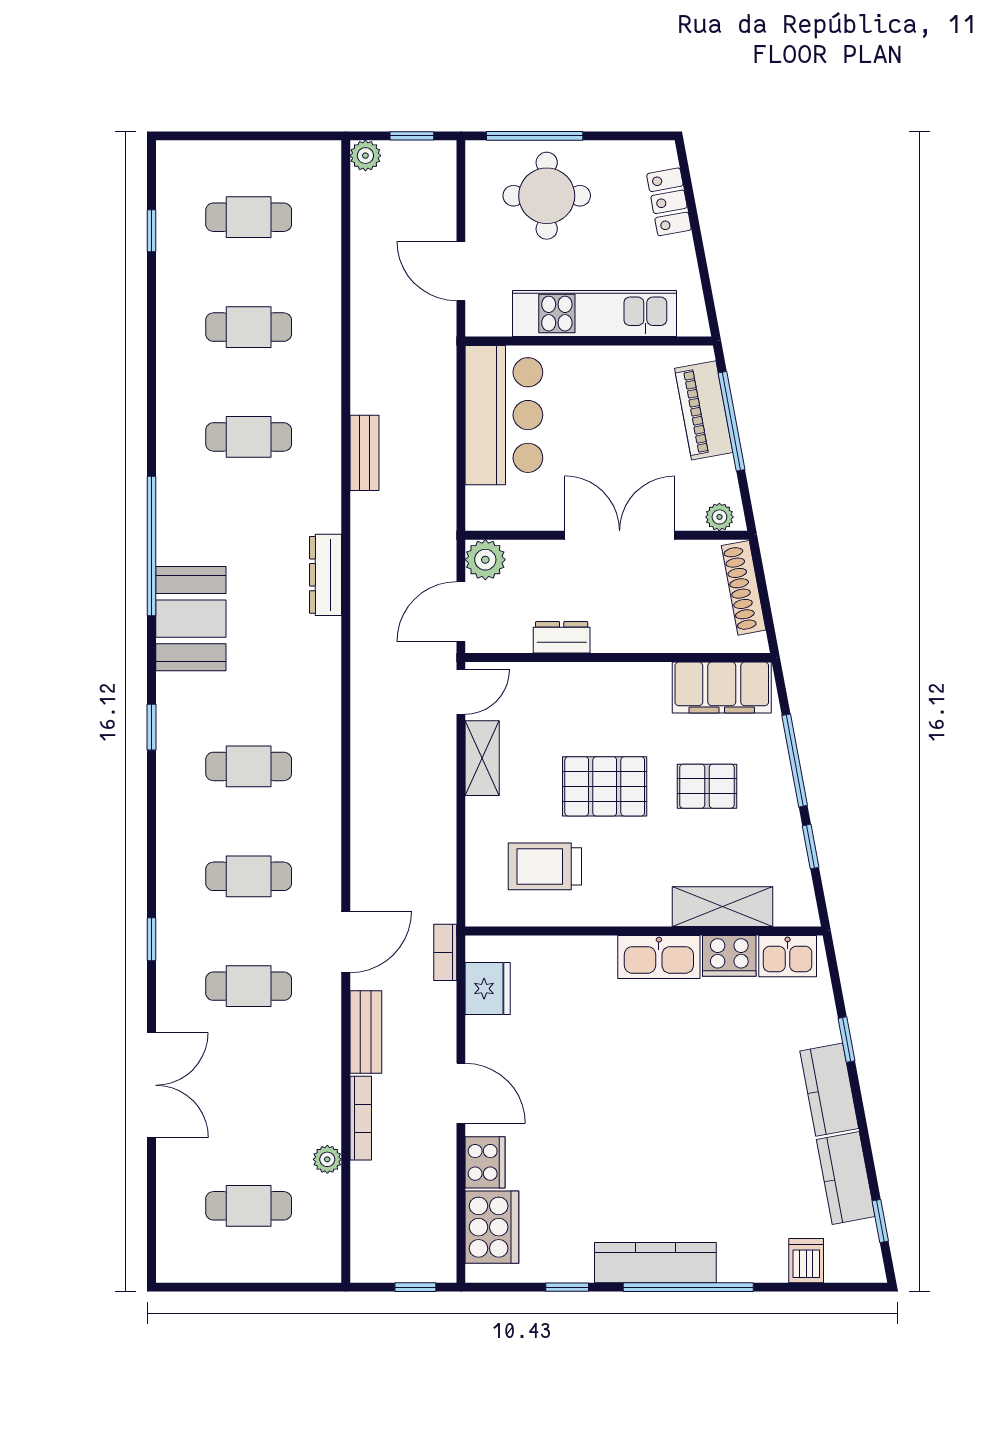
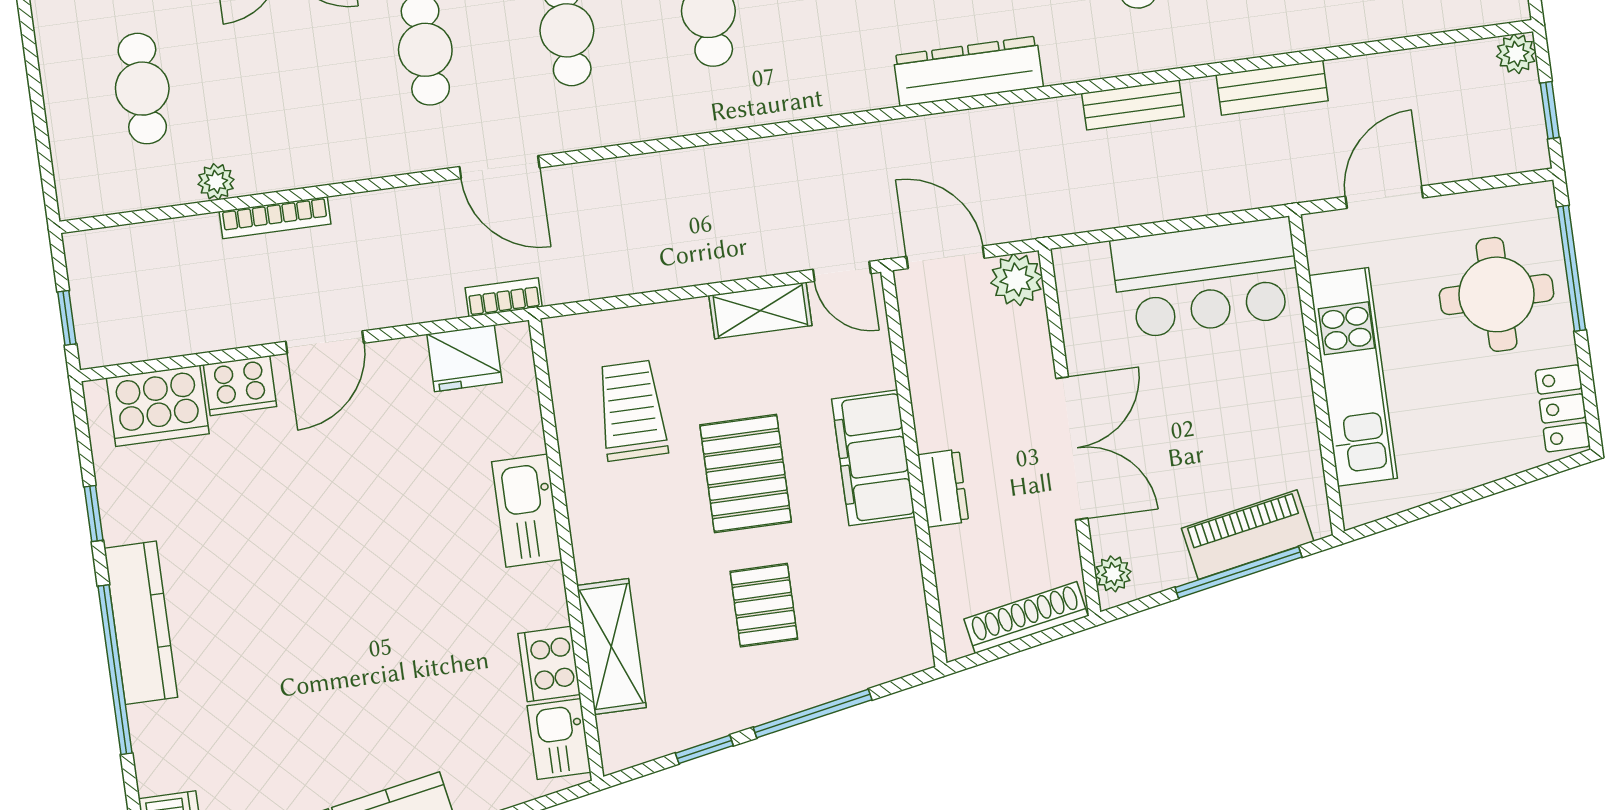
locker: (669, 202) -> (1563, 408), moved, turned -79
dresser: (325, 575) -> (968, 71), width x1.37, depth x1.24
dresser: (562, 637) -> (943, 488), moved
filing cabinet: (722, 687) -> (873, 458), moved
kitchen sink: (659, 957) -> (527, 511), moved
bench: (366, 1032) -> (1272, 88), moved

